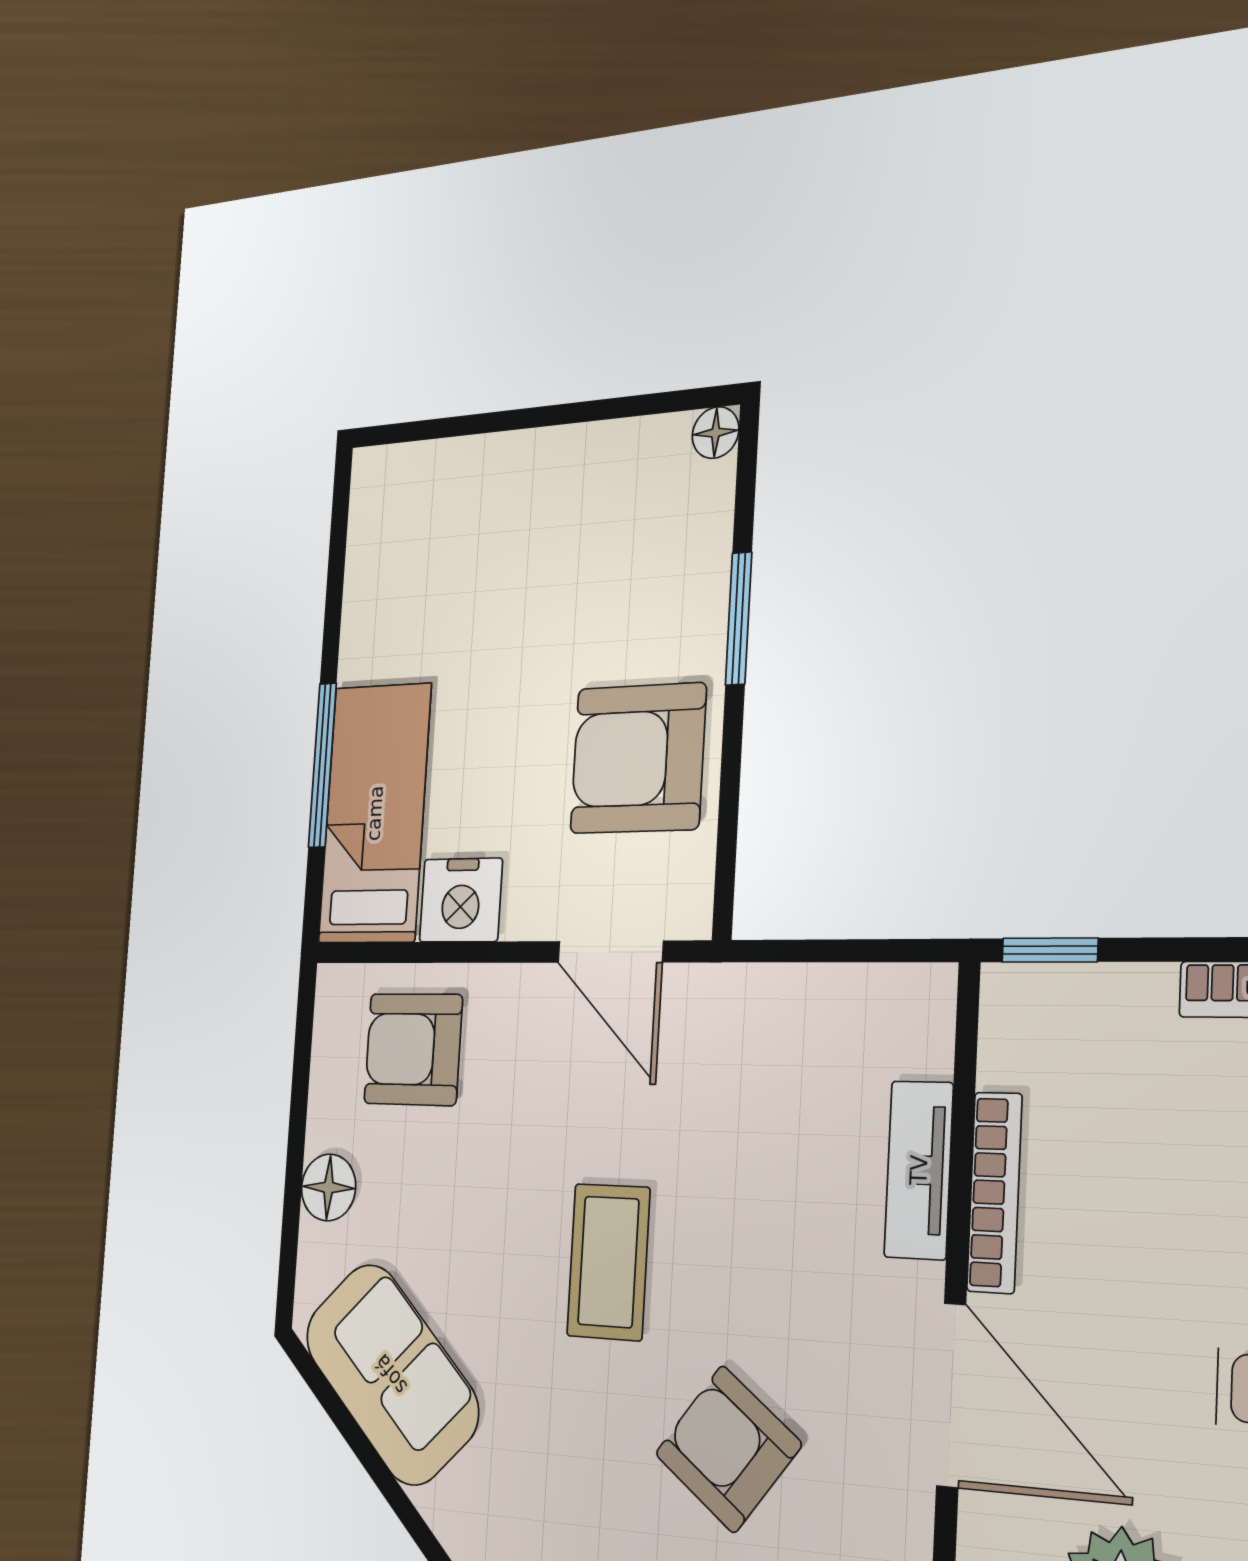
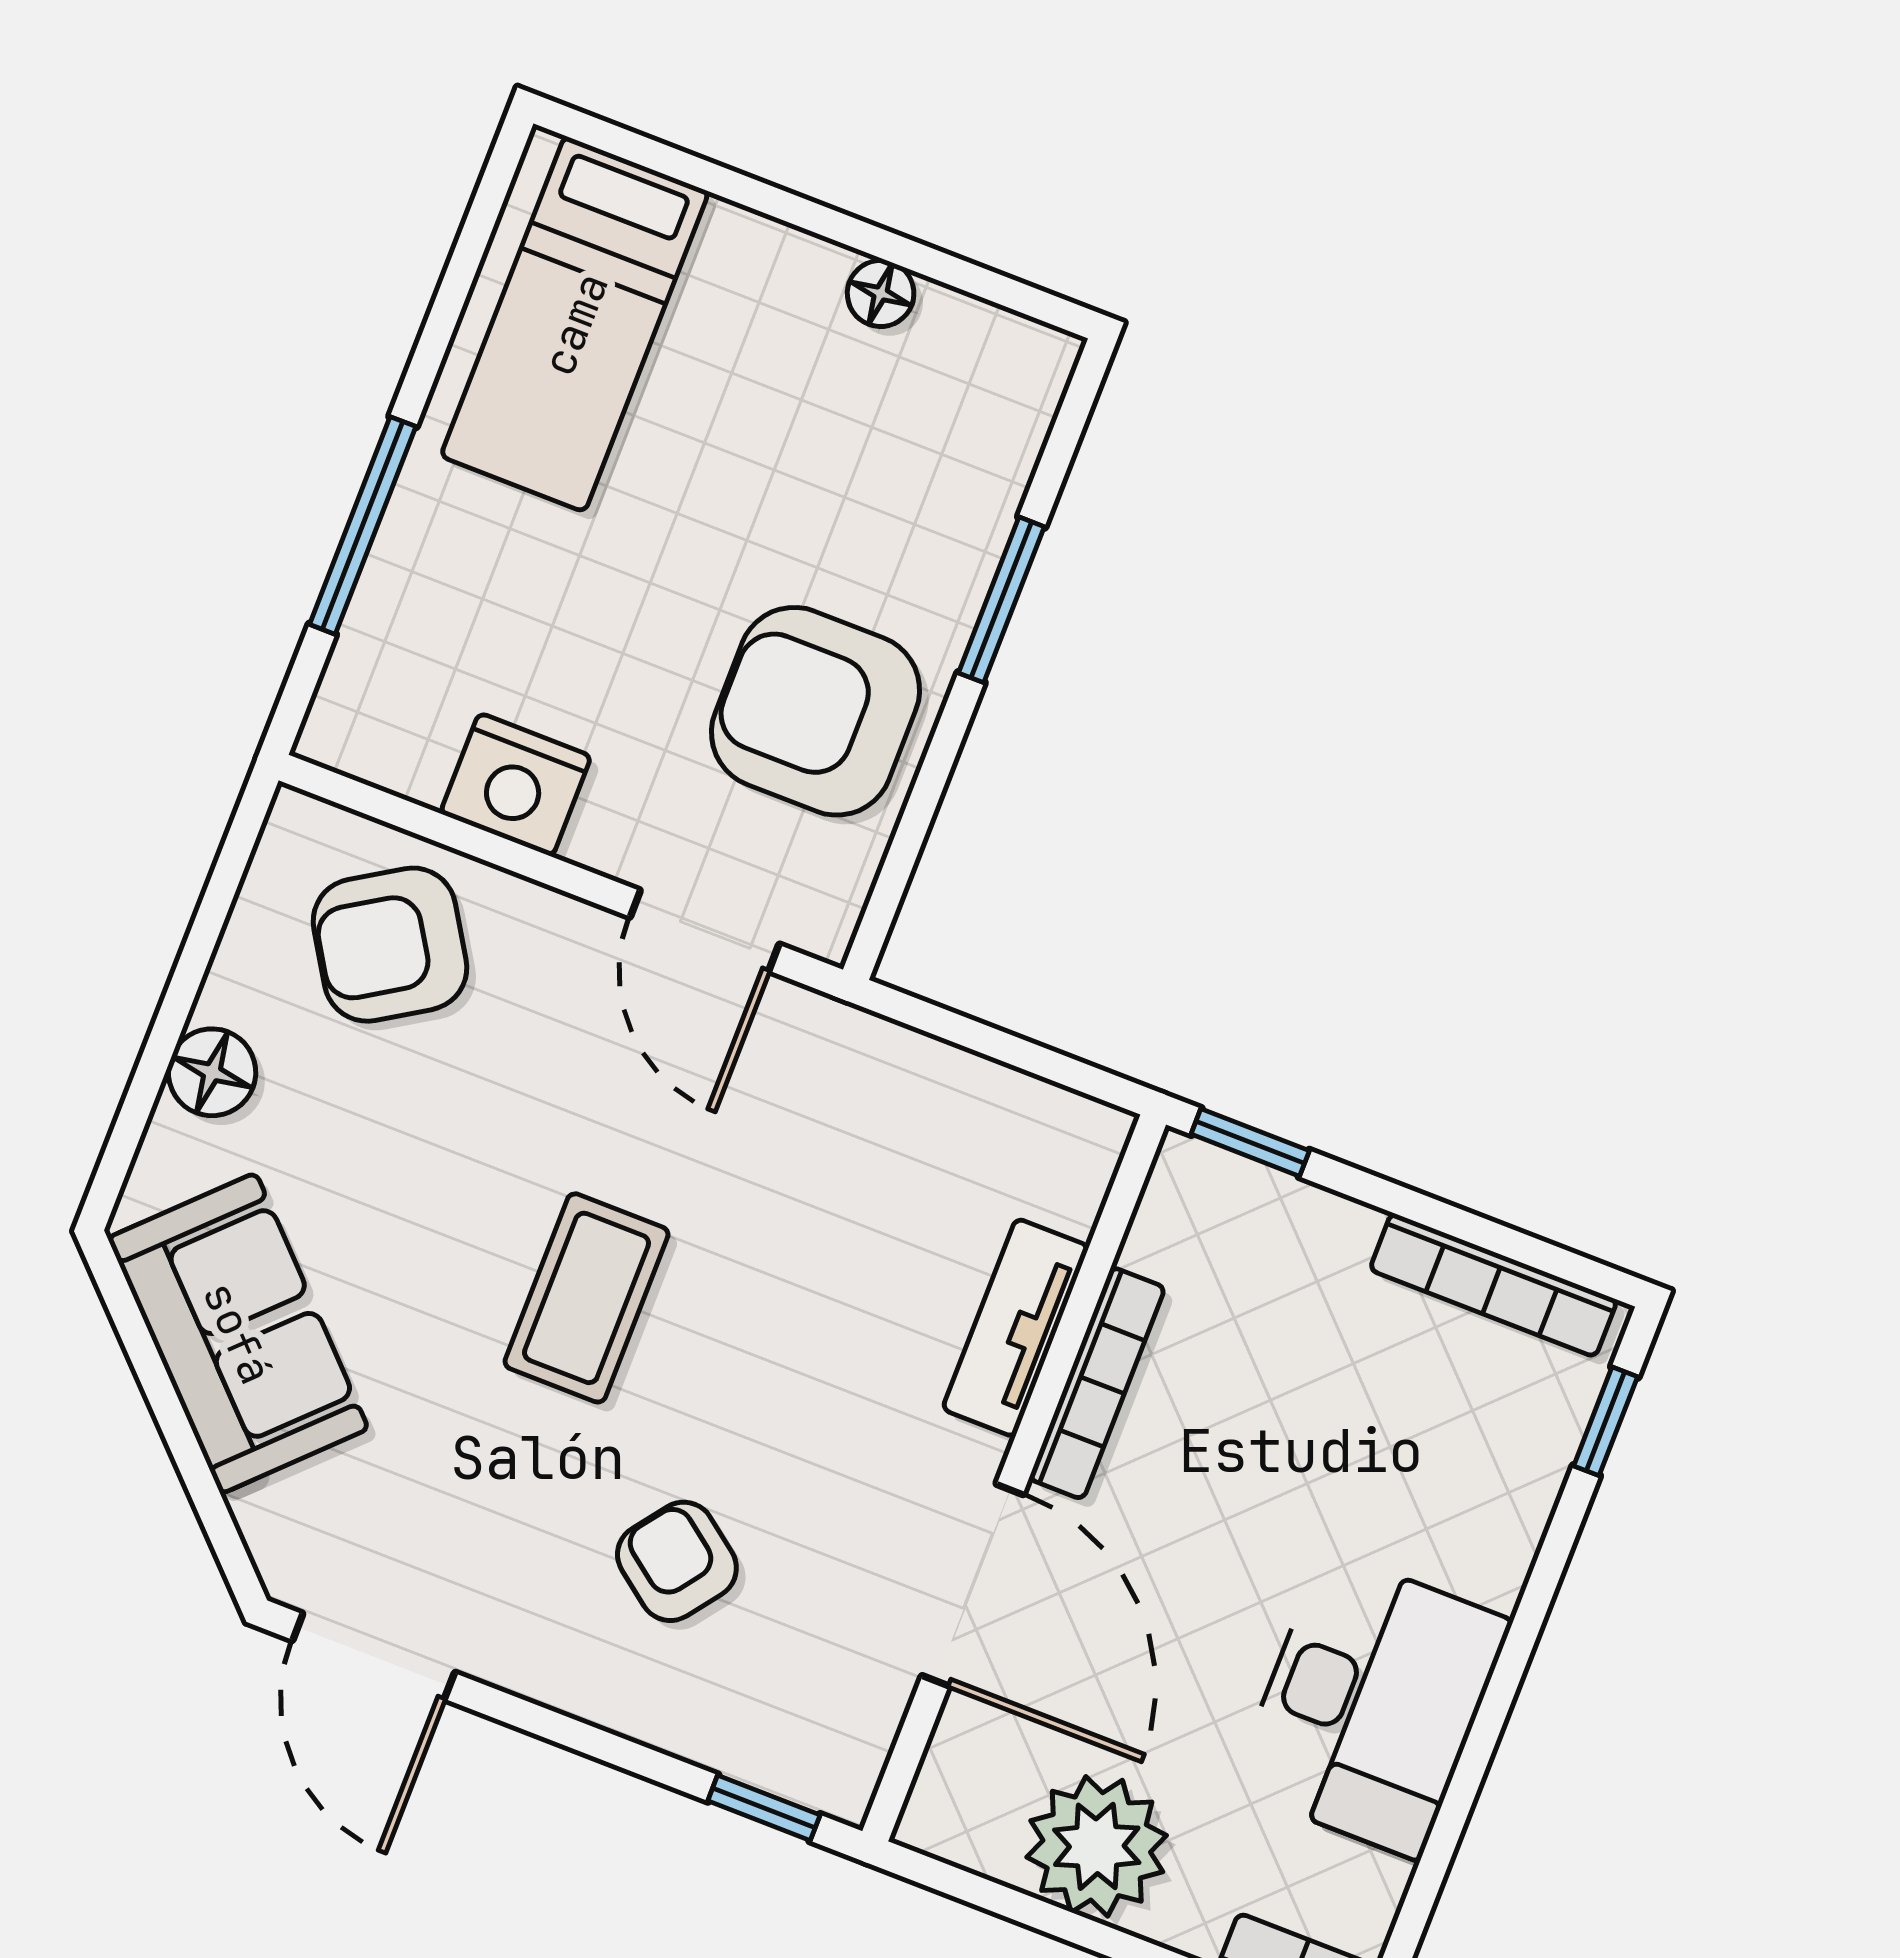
floor lamp: (716, 433) -> (881, 293), moved
bed: (375, 813) -> (575, 324), moved, turned 180
armchair: (413, 1049) -> (390, 945), turned -32
armchair: (728, 1449) -> (677, 1561), width x0.72, depth x0.72

